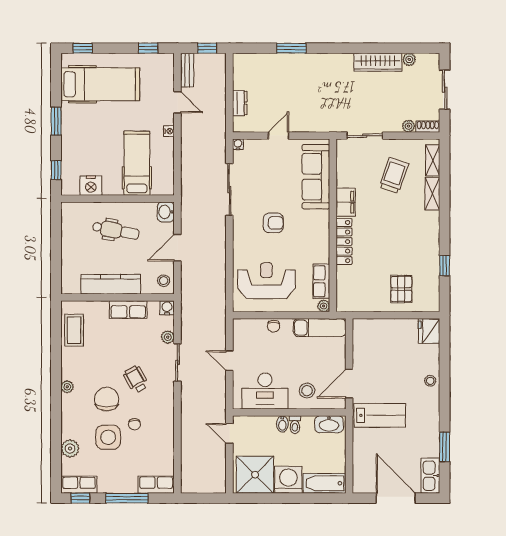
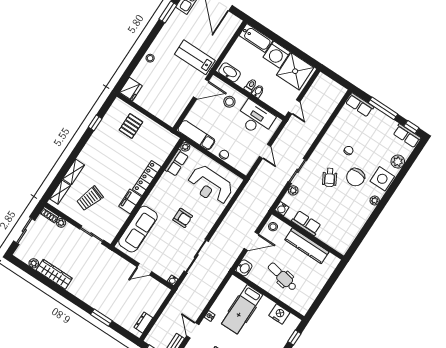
dresser: (240, 103) -> (143, 323), moved
armchair: (273, 223) -> (183, 218), turned 180
coffee table: (74, 330) -> (348, 232), removed
side table: (108, 437) -> (382, 179), moved

